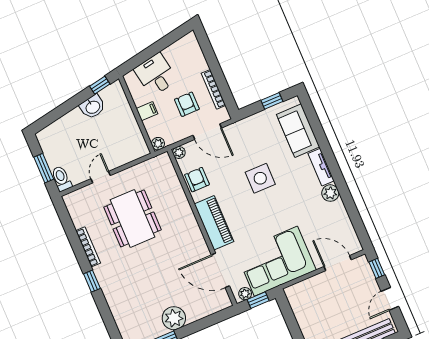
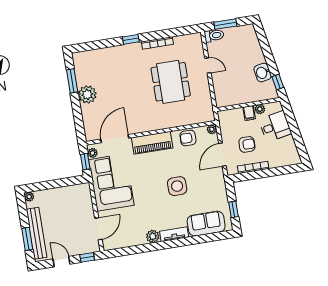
plant: (158, 144) -> (260, 109), moved
armchair: (197, 180) -> (188, 138), turned 180
dining table: (132, 218) -> (171, 82), turned 90

